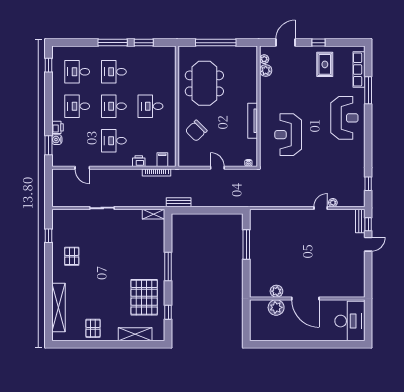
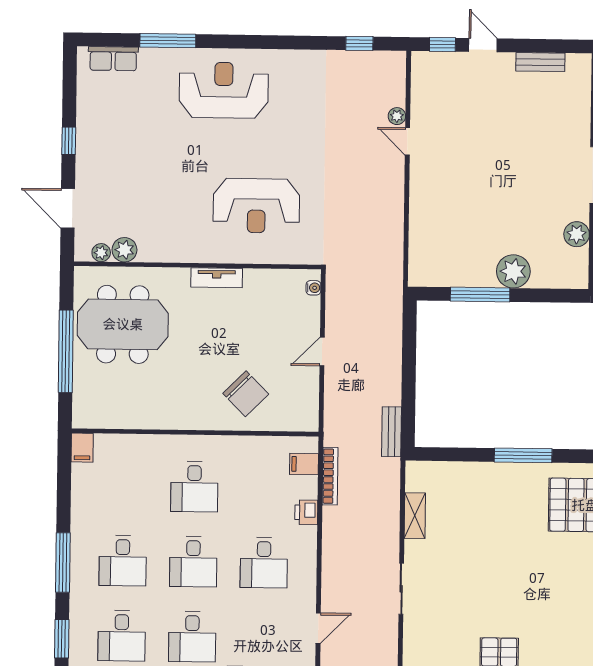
window: (144, 43) -> (62, 639), moved
filing cabinet: (169, 51) -> (82, 448), added
rug: (325, 64) -> (114, 129), removed
row of seats: (359, 70) -> (113, 59), width x0.68
meeting table: (204, 83) -> (123, 324), moved
tv unit: (253, 121) -> (217, 278), width x0.71
shelving: (153, 214) -> (415, 516), moved
bench: (360, 221) -> (540, 62), moved
plant: (258, 261) -> (513, 271), added

